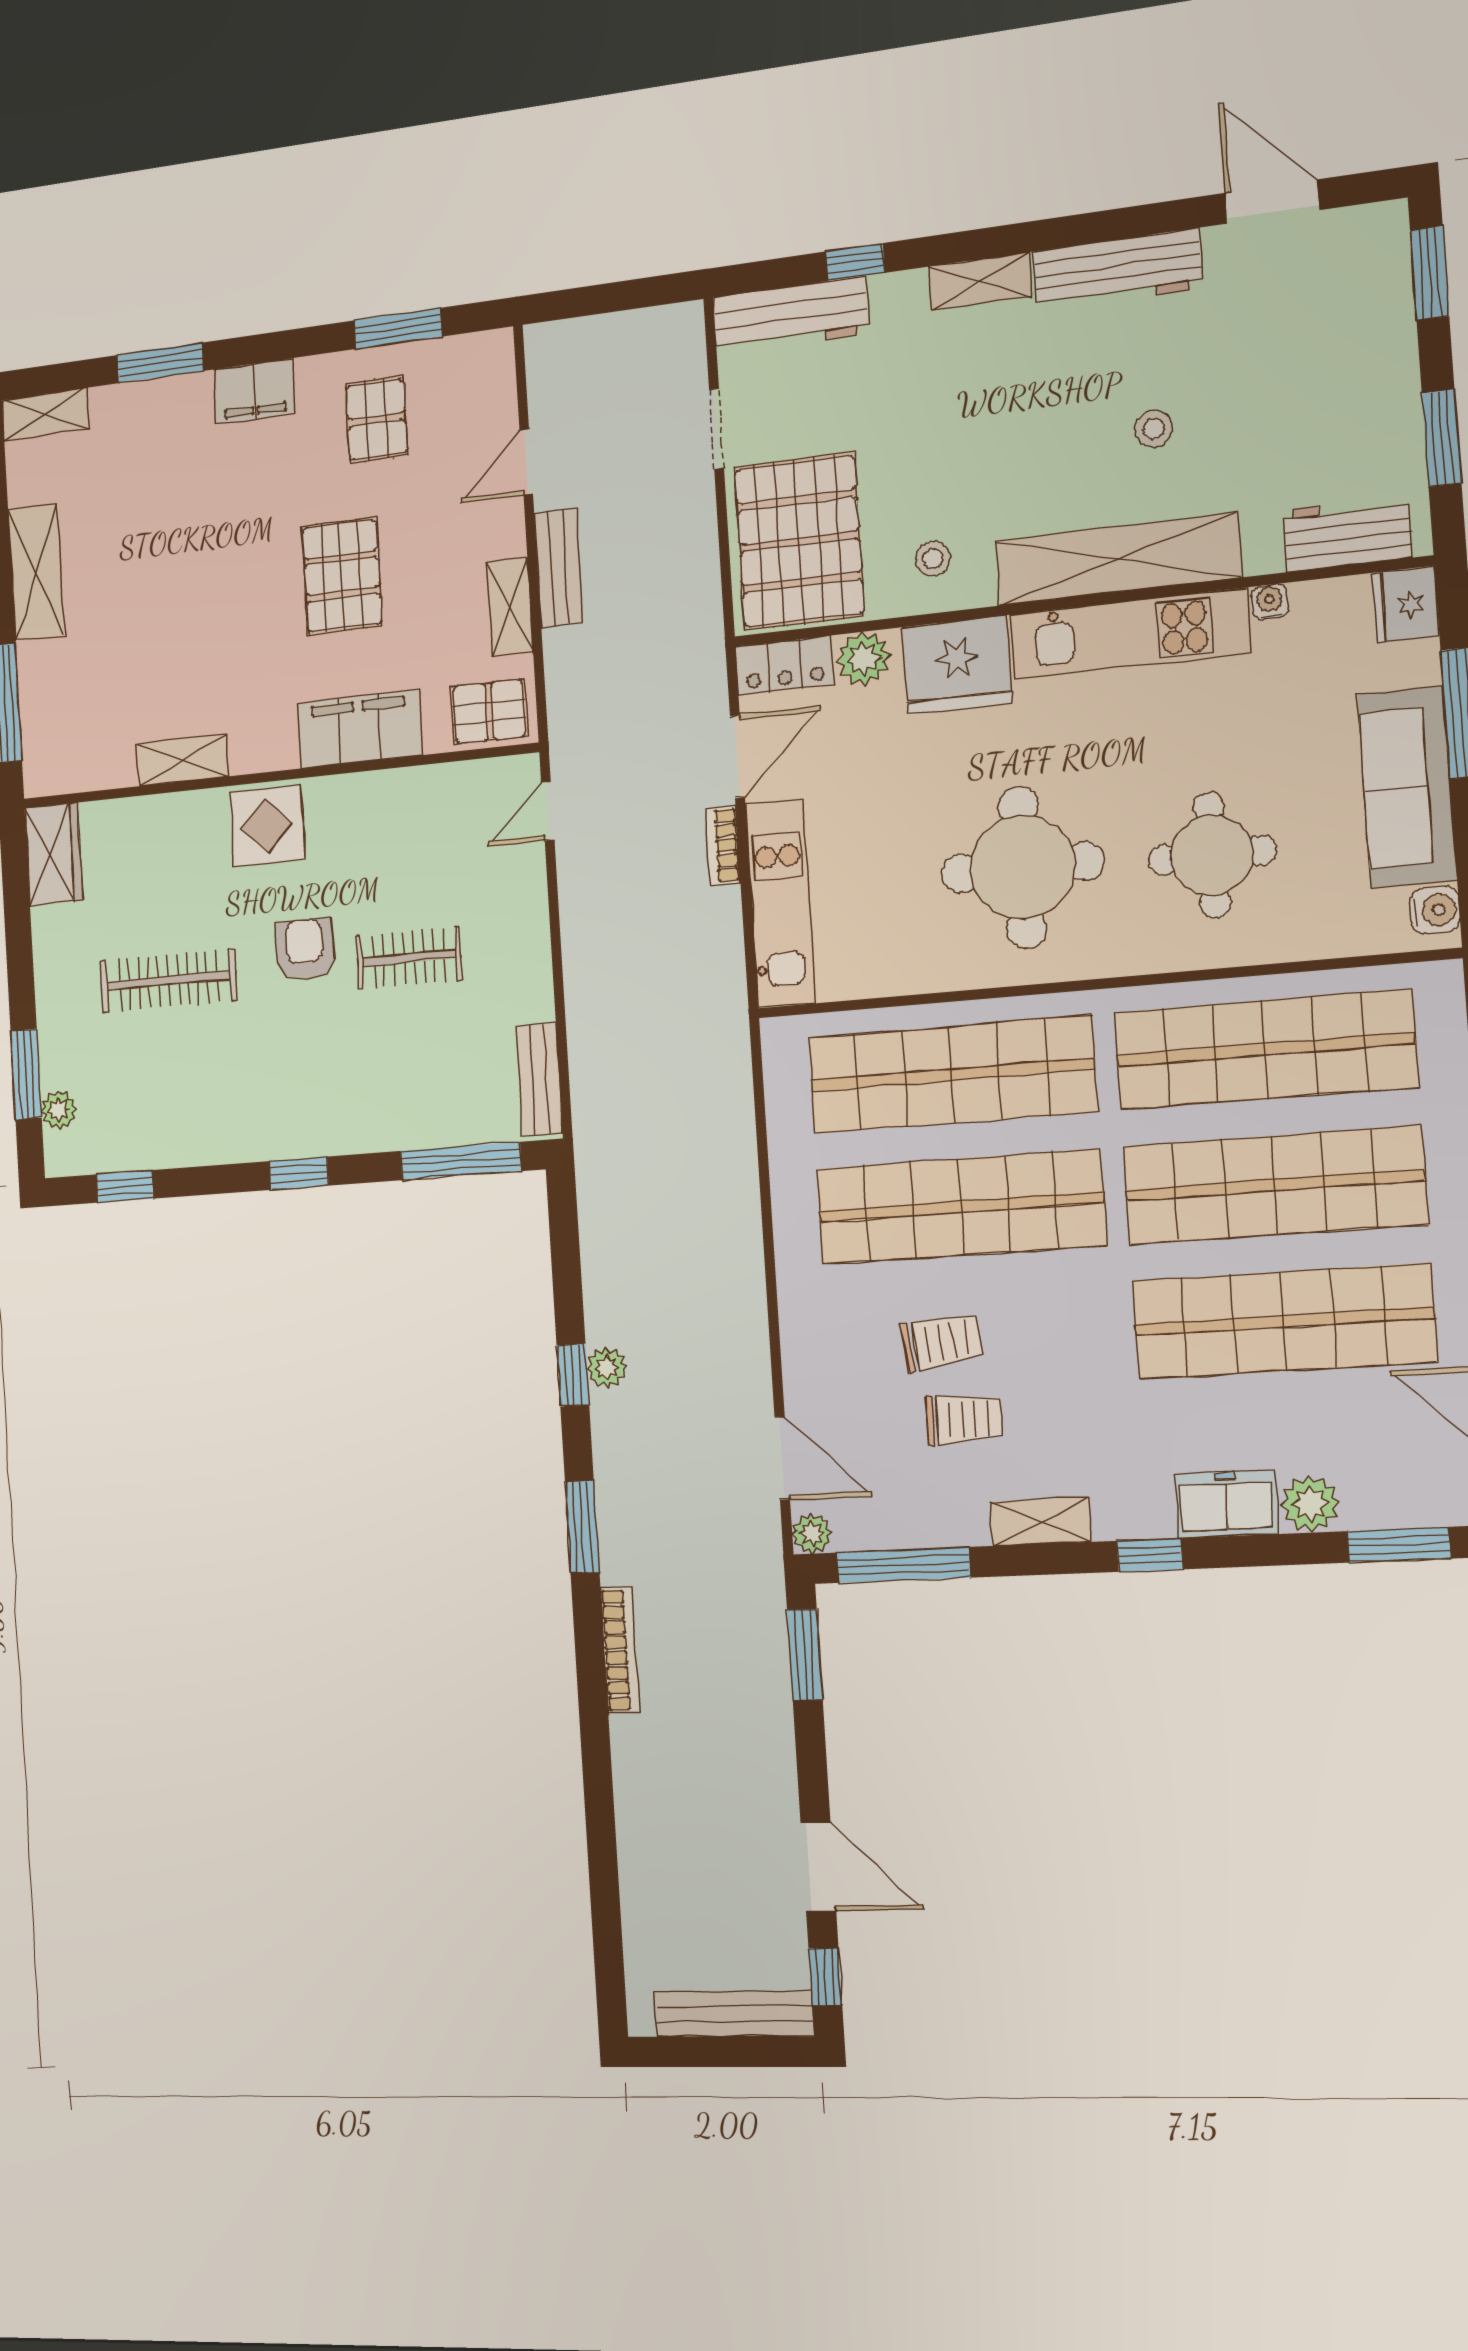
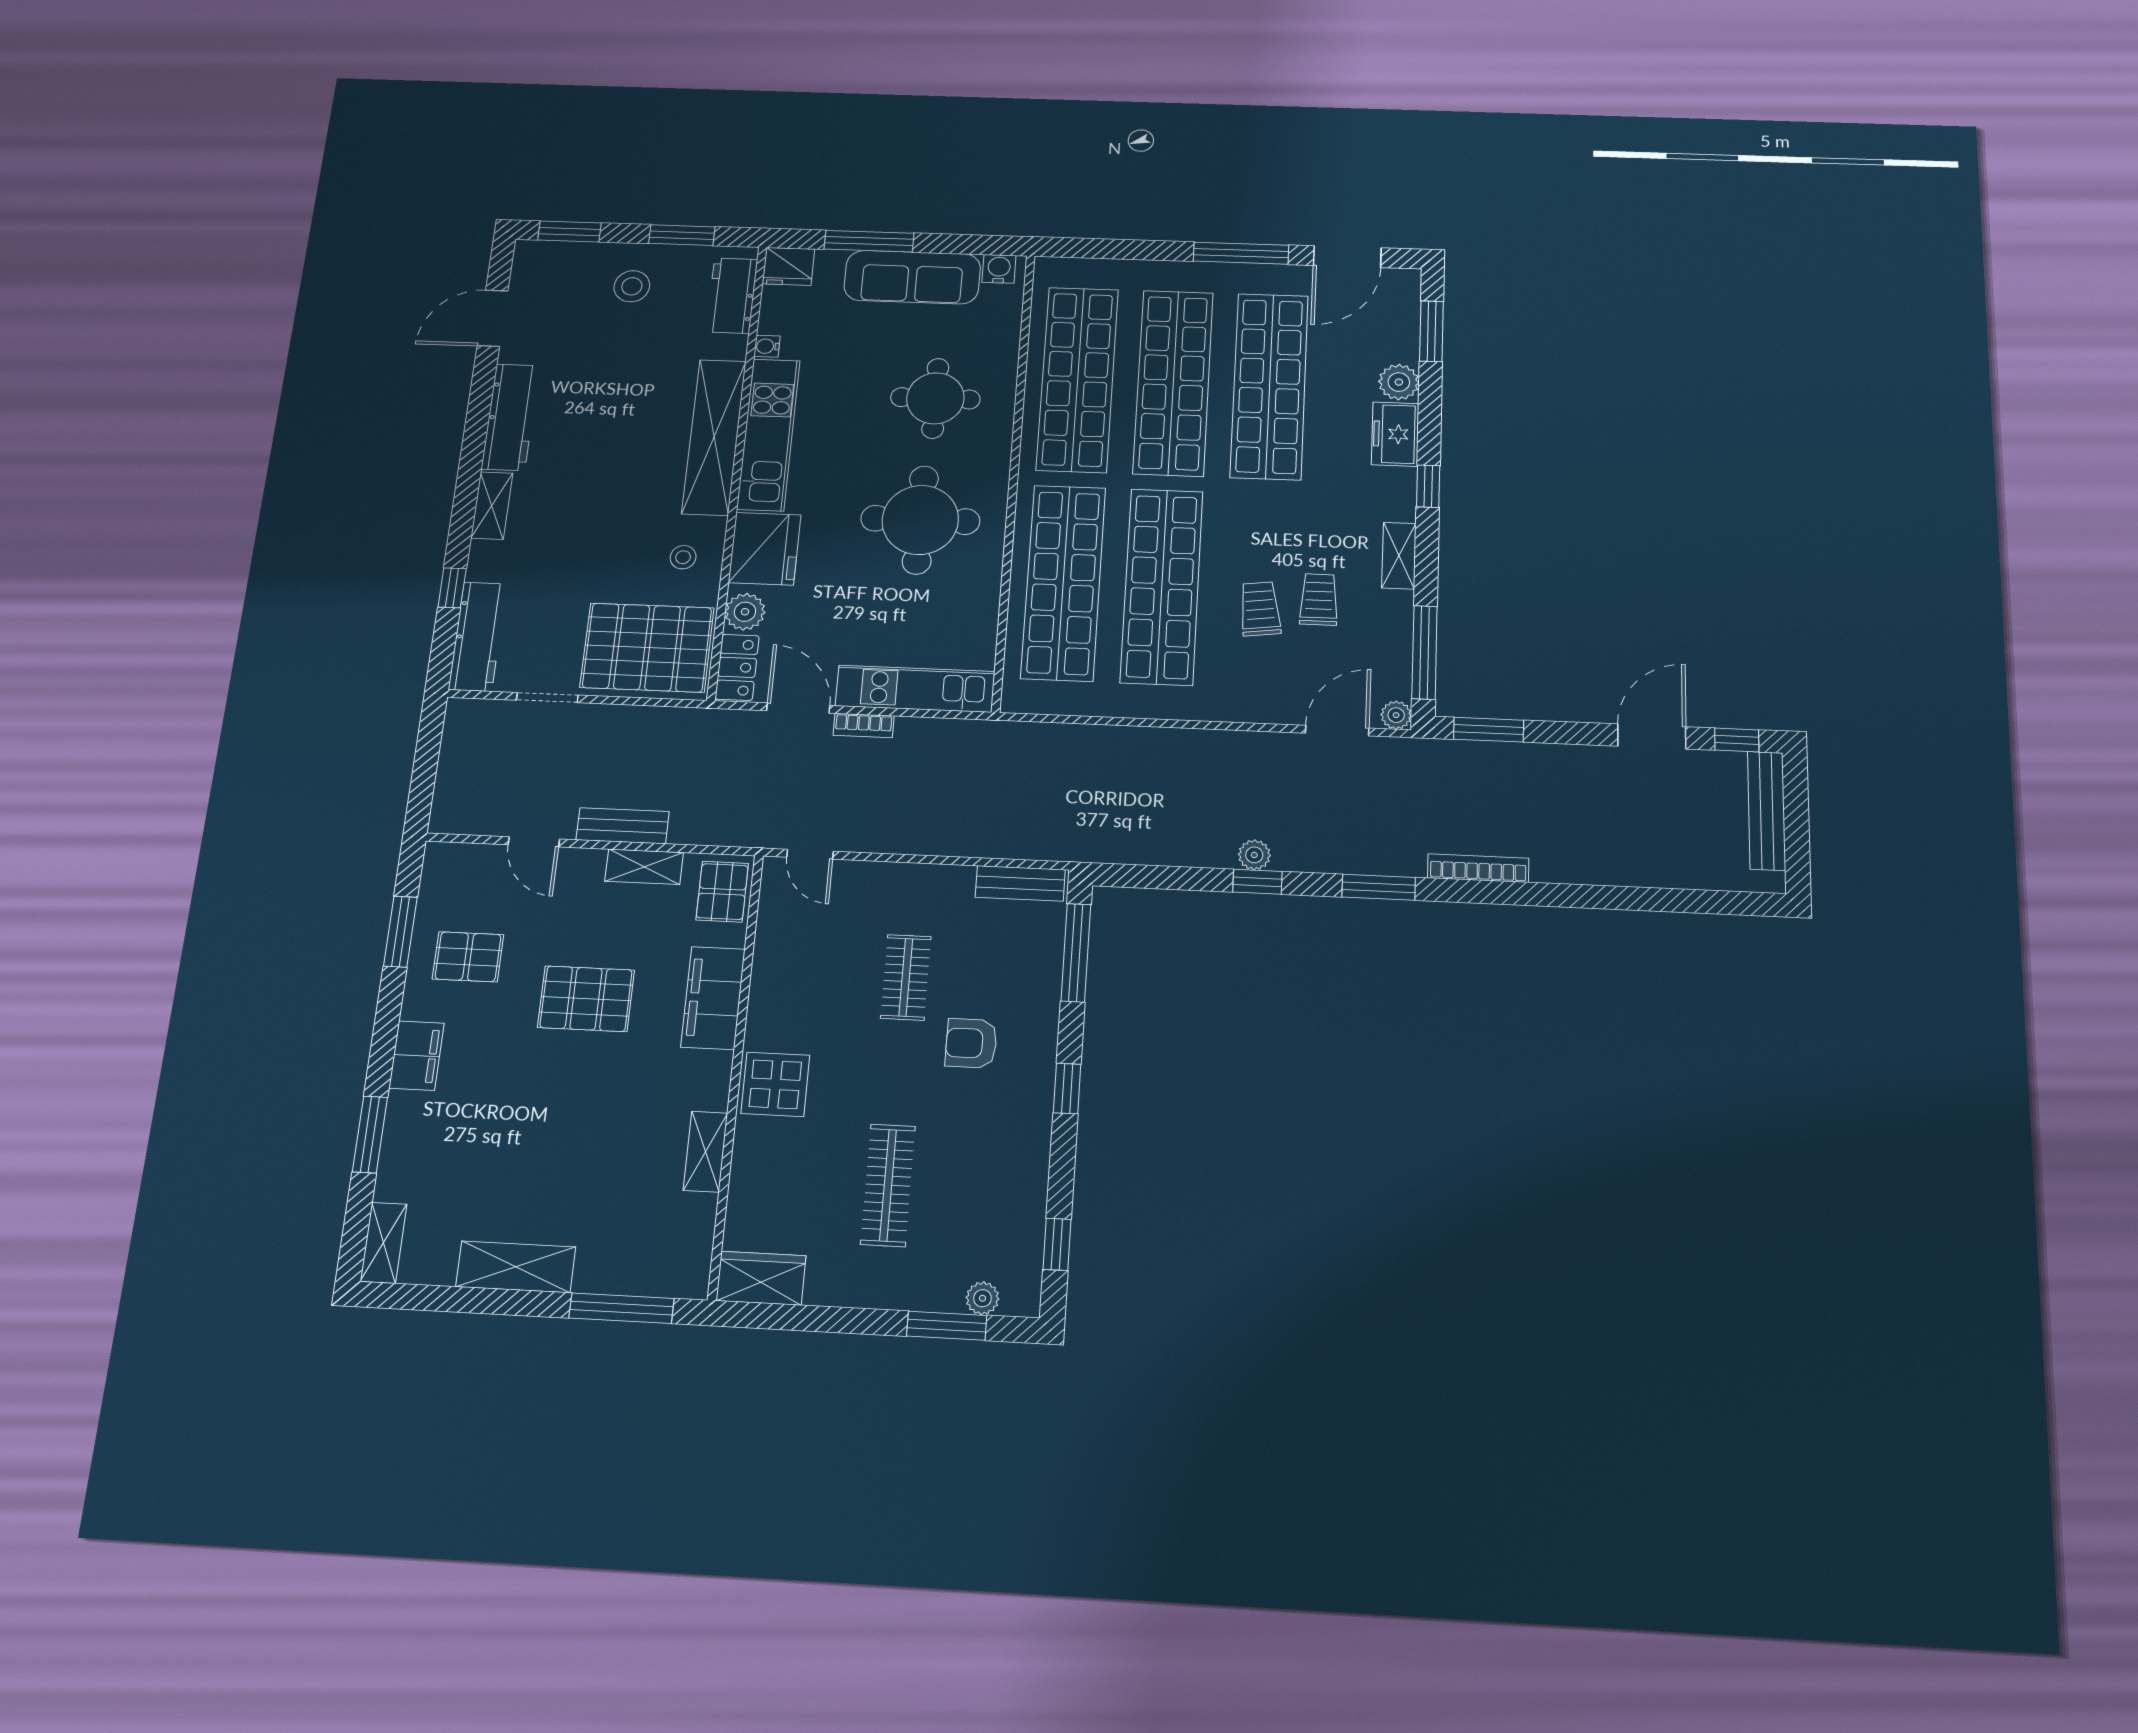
stool: (1154, 429) -> (632, 286), moved, width x1.37, depth x1.37
armchair: (305, 950) -> (971, 1043), moved

